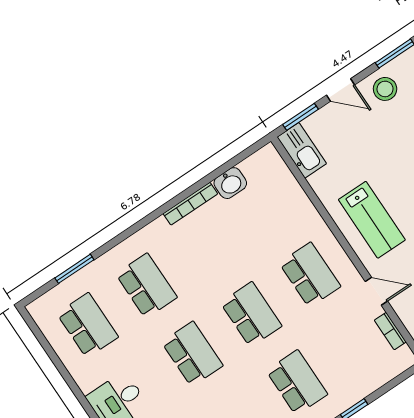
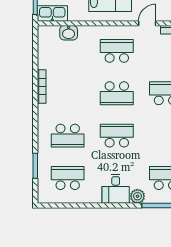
washbasin: (230, 183) -> (69, 33), moved, turned 90
school desk: (146, 286) -> (68, 136), turned 180
school desk: (251, 314) -> (117, 93), turned 180

